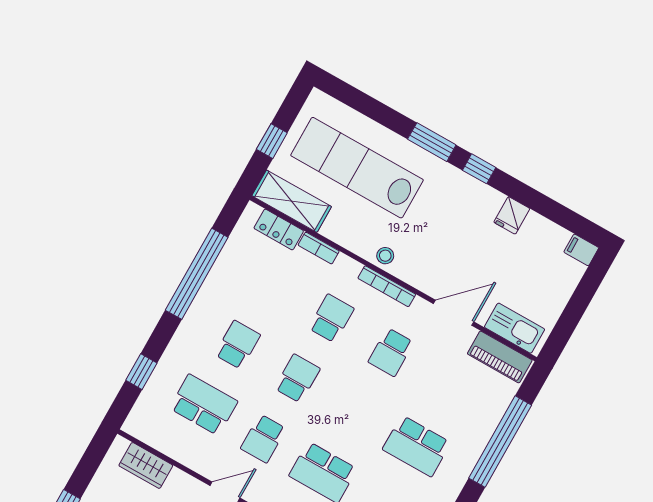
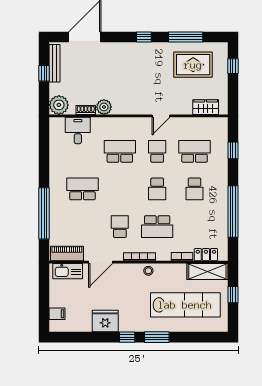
fridge: (512, 215) -> (105, 321), width x1.88, depth x1.34
filing cabinet: (581, 250) -> (57, 314), moved
school desk: (331, 318) -> (157, 227), width x1.85
school desk: (204, 405) -> (194, 151), turned 180

